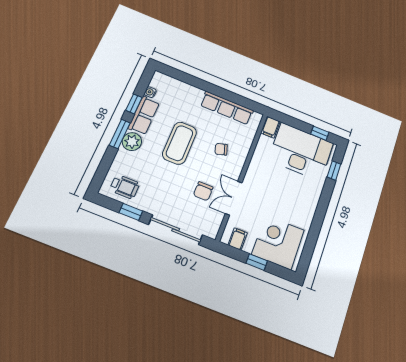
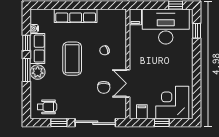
row of seats: (227, 108) -> (76, 16), moved

